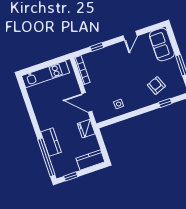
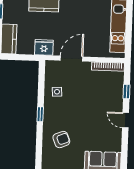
door: (130, 36) -> (125, 120), moved
window: (165, 103) -> (40, 114), moved

